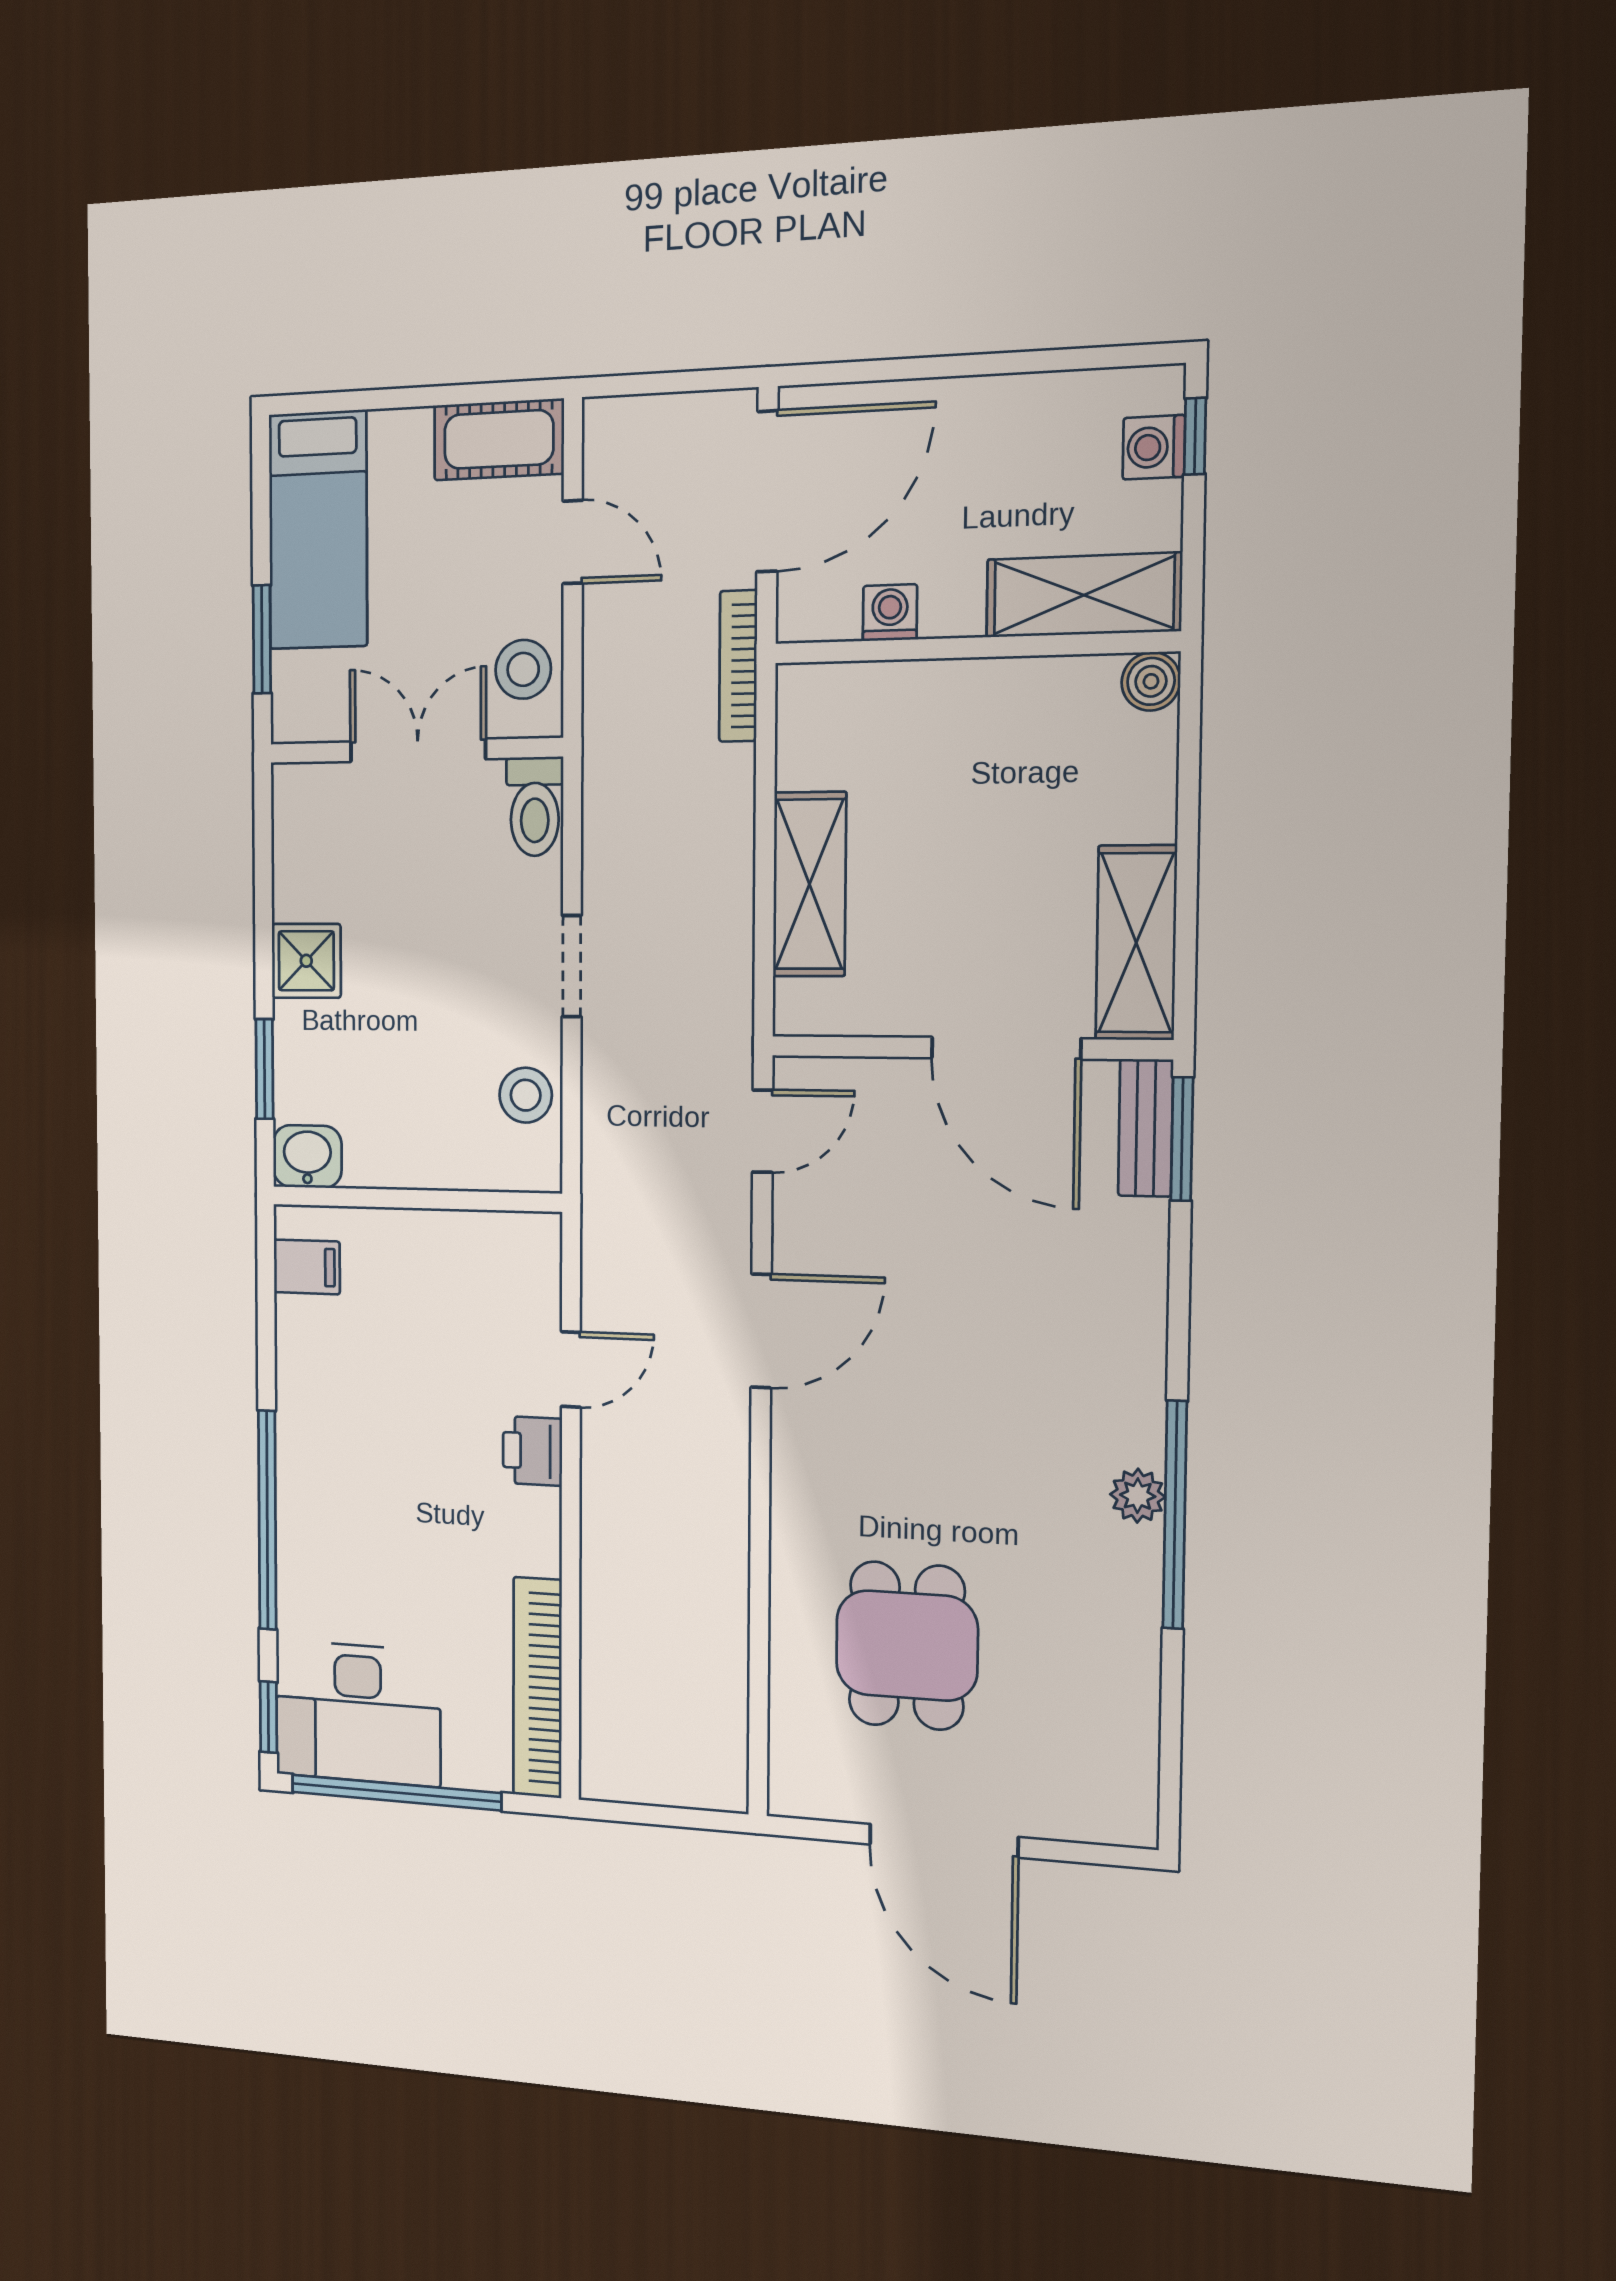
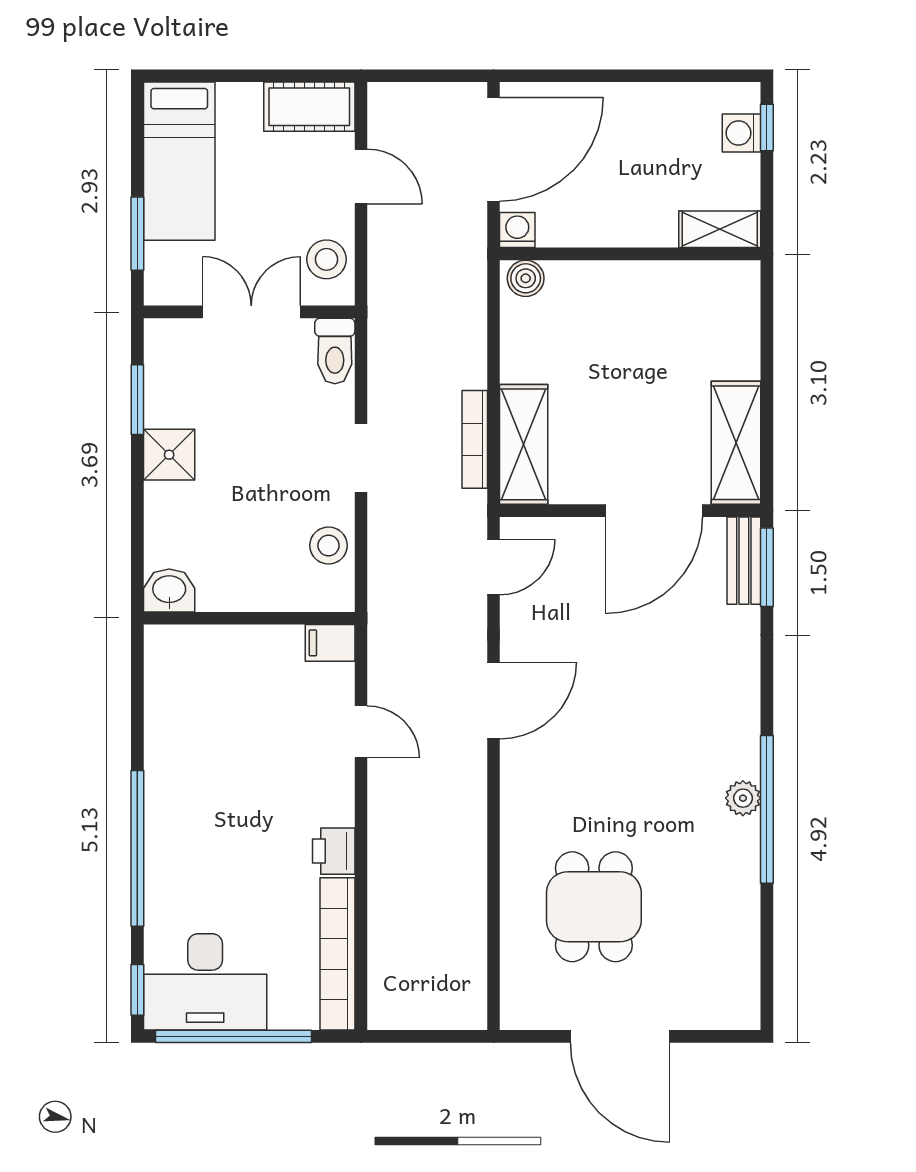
shelving: (1084, 595) -> (720, 229), width x0.67, depth x0.75
washing machine: (890, 613) -> (517, 230), moved
bookcase: (738, 666) -> (475, 439), moved
boiler: (1151, 681) -> (526, 278), moved
shelving: (809, 884) -> (524, 444), moved
door: (1006, 1048) -> (654, 511), hinge flipped
window: (265, 1069) -> (137, 400), moved
filing cabinet: (307, 1267) -> (330, 643), moved, turned 180
door: (571, 1369) -> (361, 732), hinge flipped
printer: (532, 1451) -> (334, 851), moved

